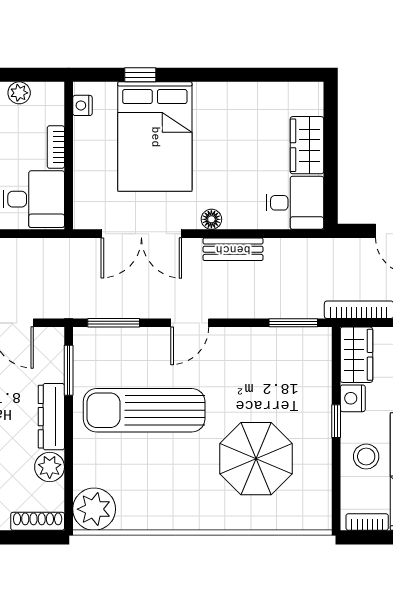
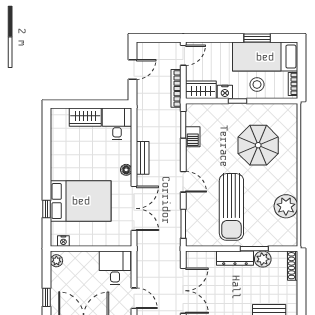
plant: (19, 93) -> (56, 261), moved
bookcase: (56, 147) -> (86, 256), removed
barbecue: (272, 340) -> (193, 137), added
window: (69, 370) -> (254, 249), moved
plant: (94, 509) -> (286, 206), moved

